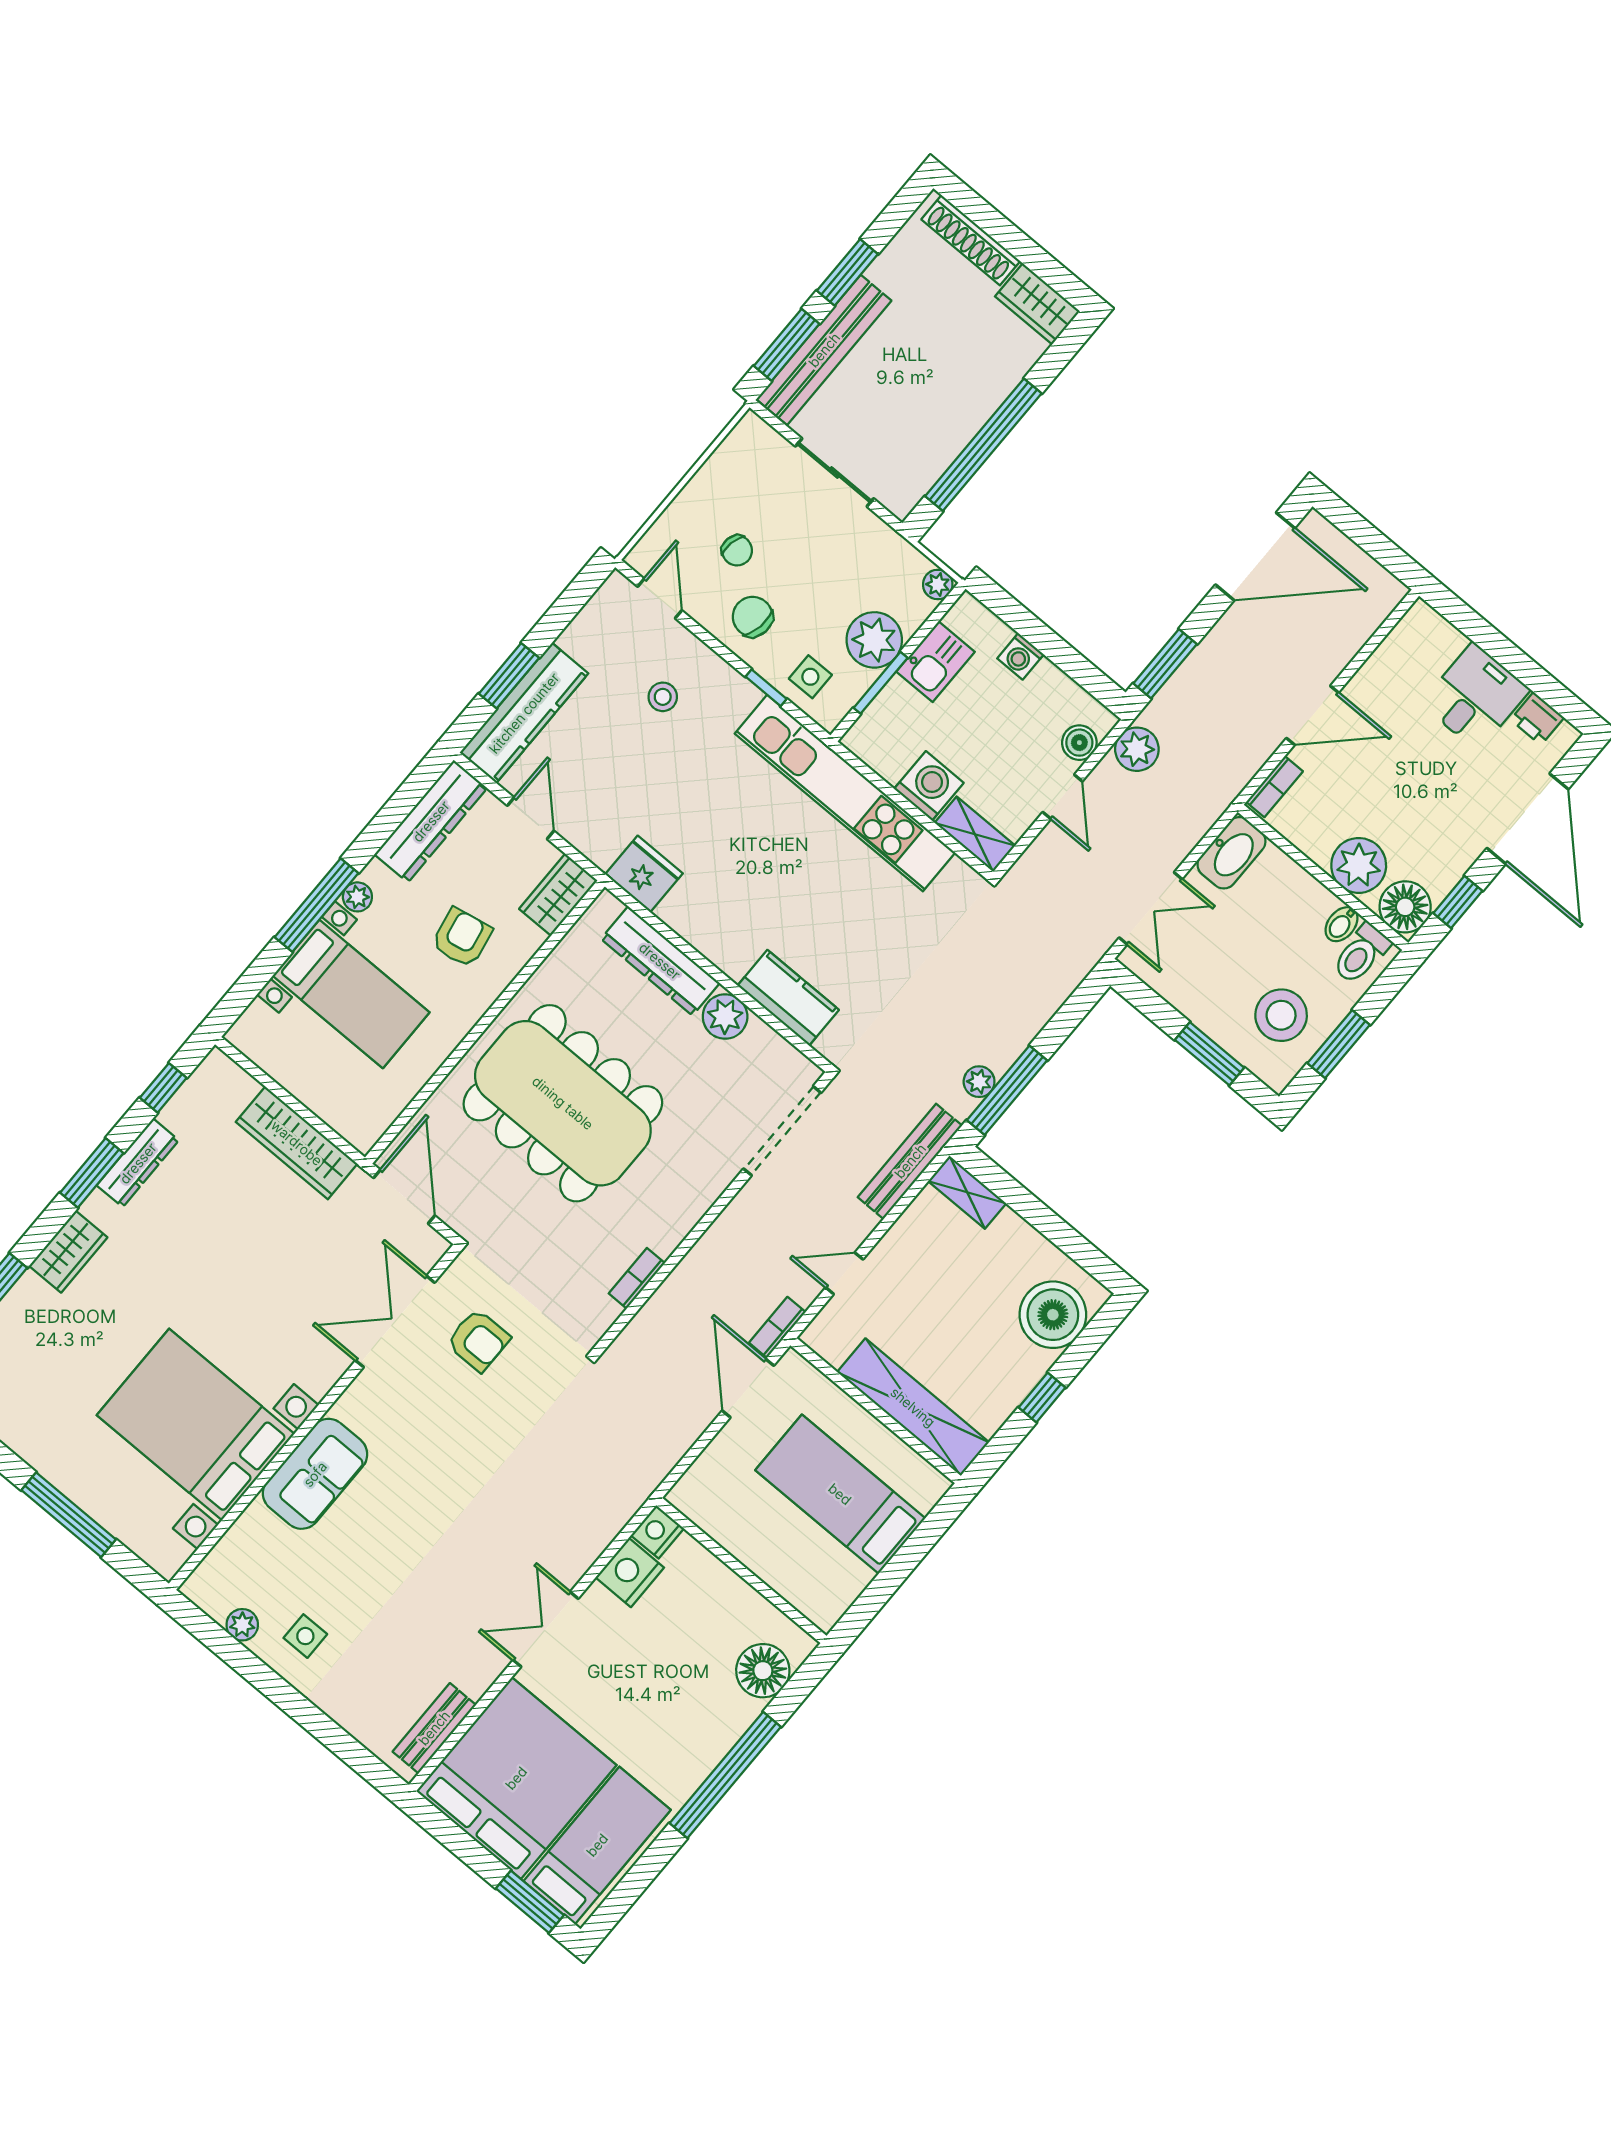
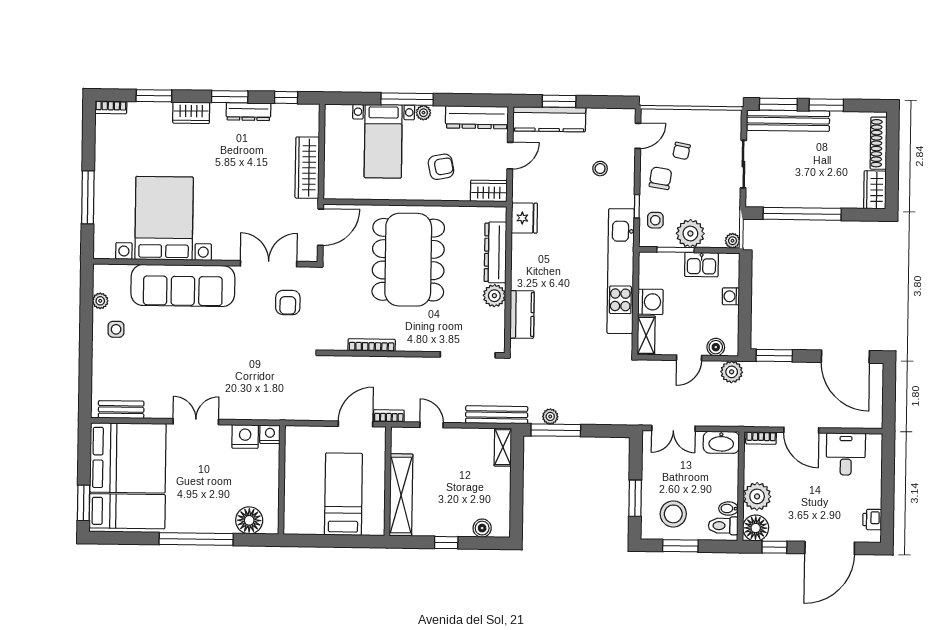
desk: (1475, 697) -> (846, 454), moved, turned -90
bookcase: (637, 1278) -> (372, 345), width x1.56
boiler: (1053, 1315) -> (482, 528), width x0.54, depth x0.54
sofa: (315, 1474) -> (183, 285), width x1.85, depth x1.27

